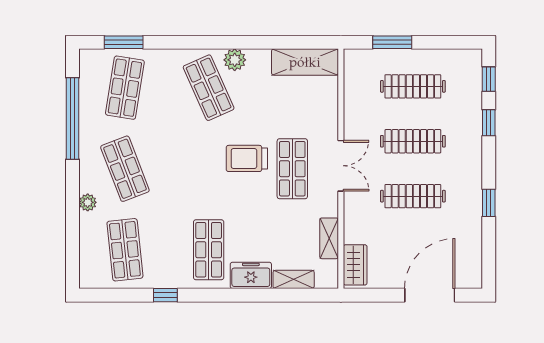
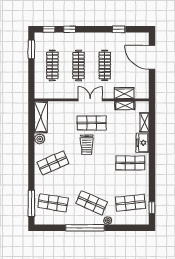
window: (124, 42) -> (31, 203), width x1.44
window: (392, 42) -> (31, 49), moved
plant: (235, 60) -> (40, 139), moved
window: (73, 119) -> (85, 228), moved
shop shelf: (125, 169) -> (92, 203), turned 45
window: (489, 203) -> (119, 29), moved
wardrobe: (355, 265) -> (124, 93), moved
window: (165, 295) -> (152, 208), moved

